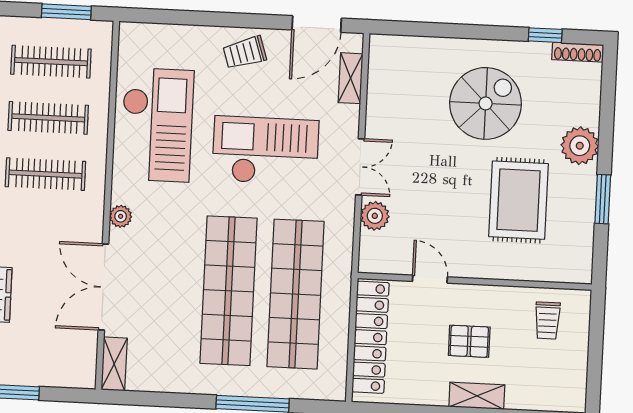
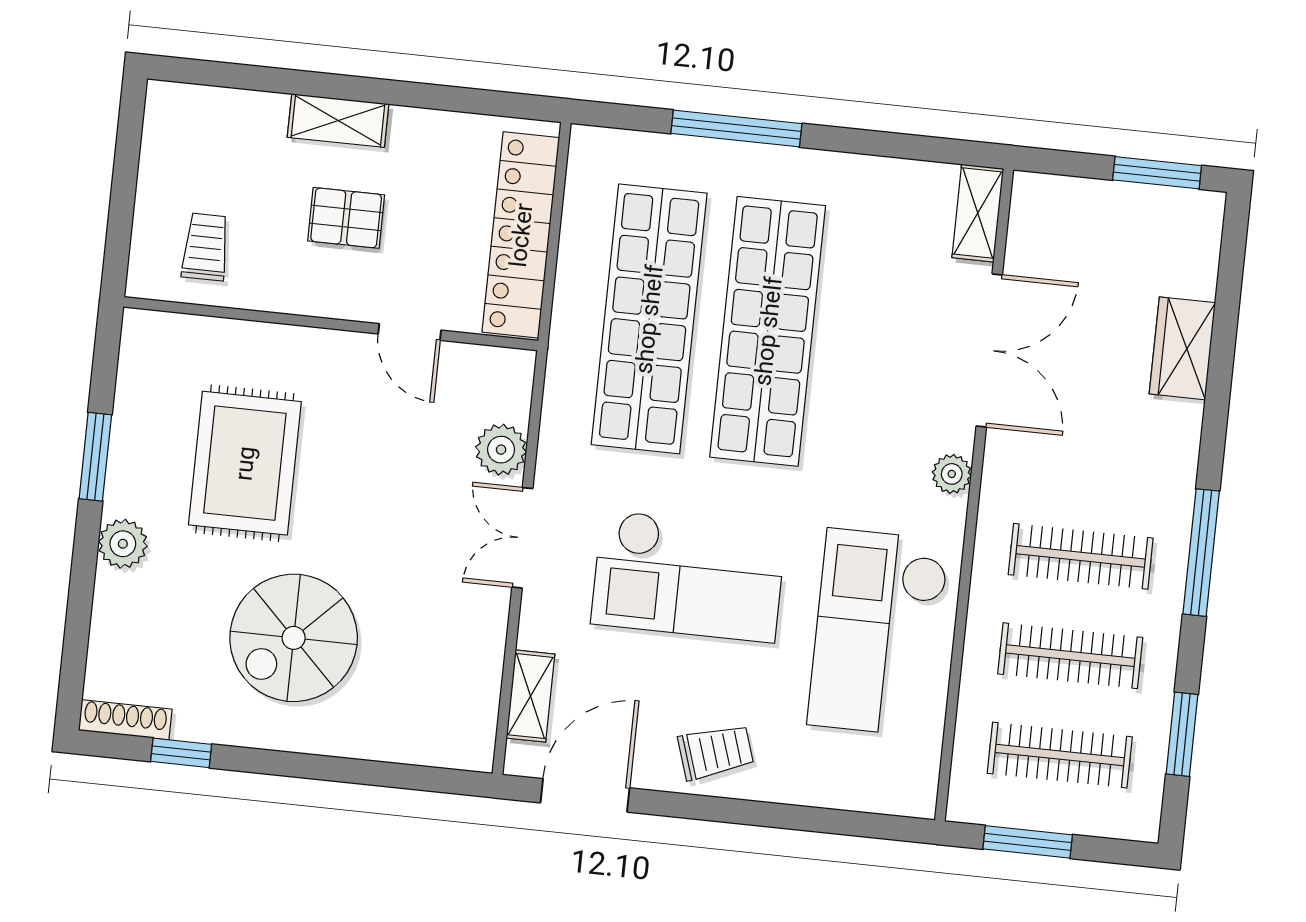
plant: (580, 146) -> (123, 544), width x0.73, depth x0.73

